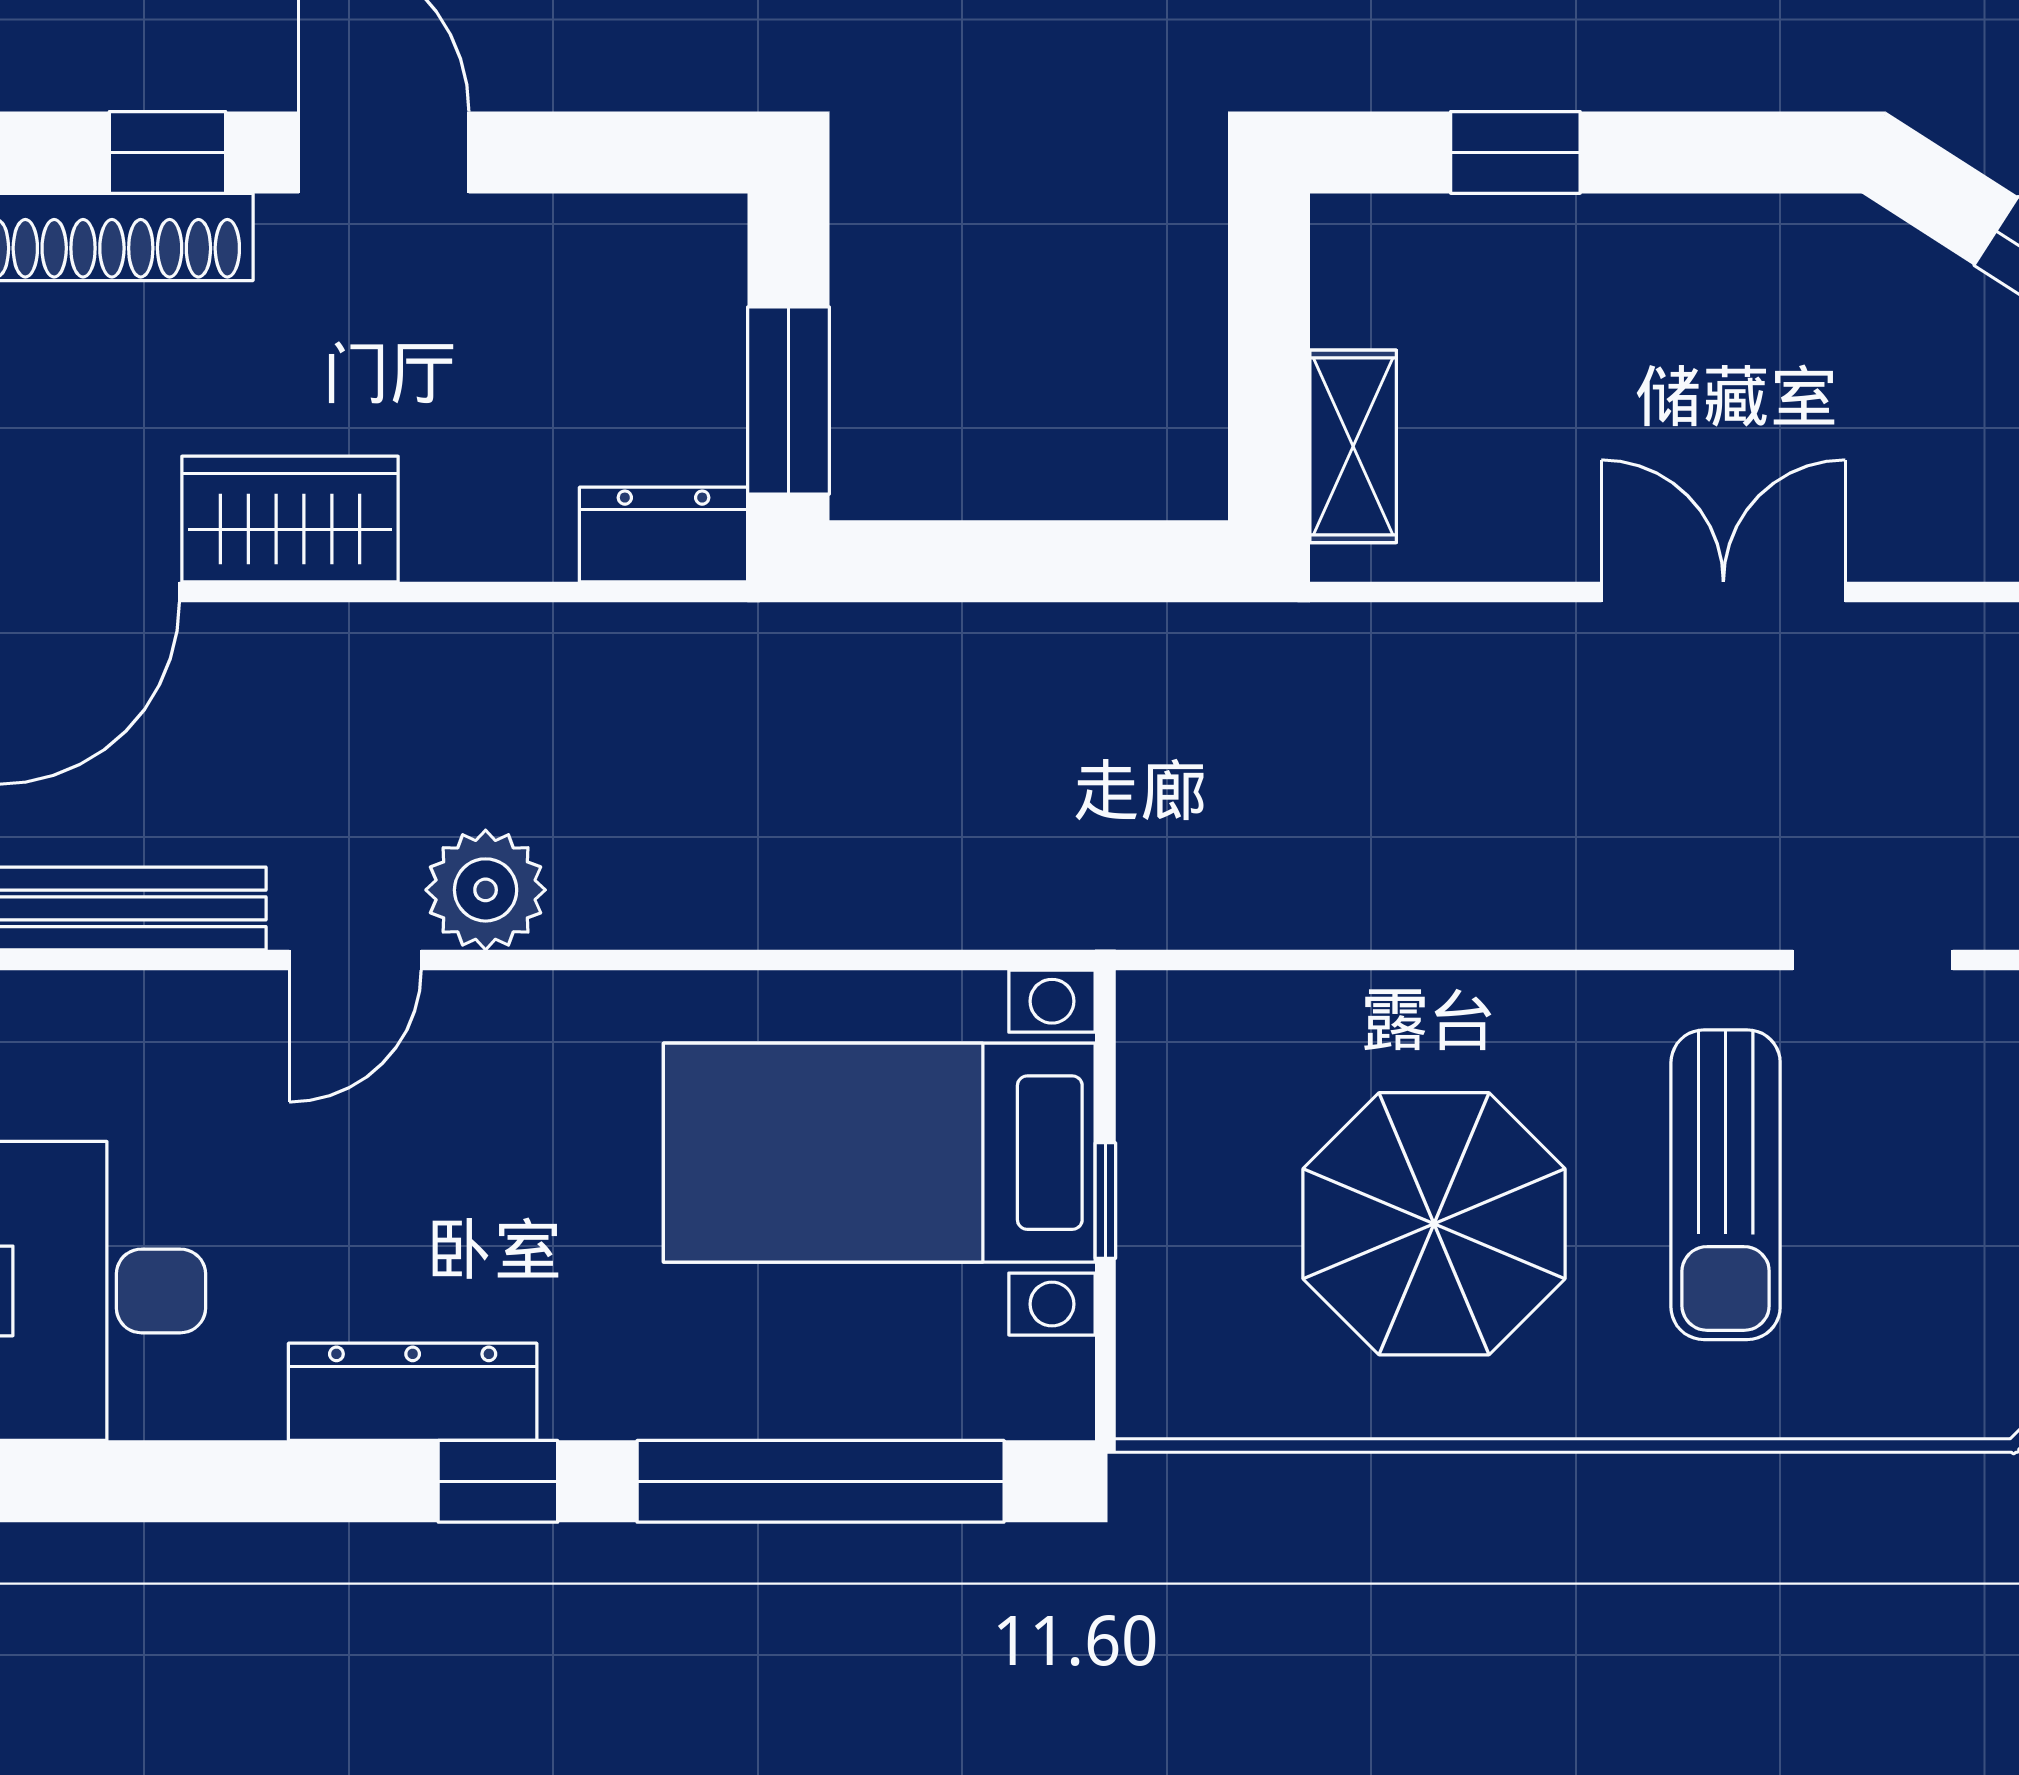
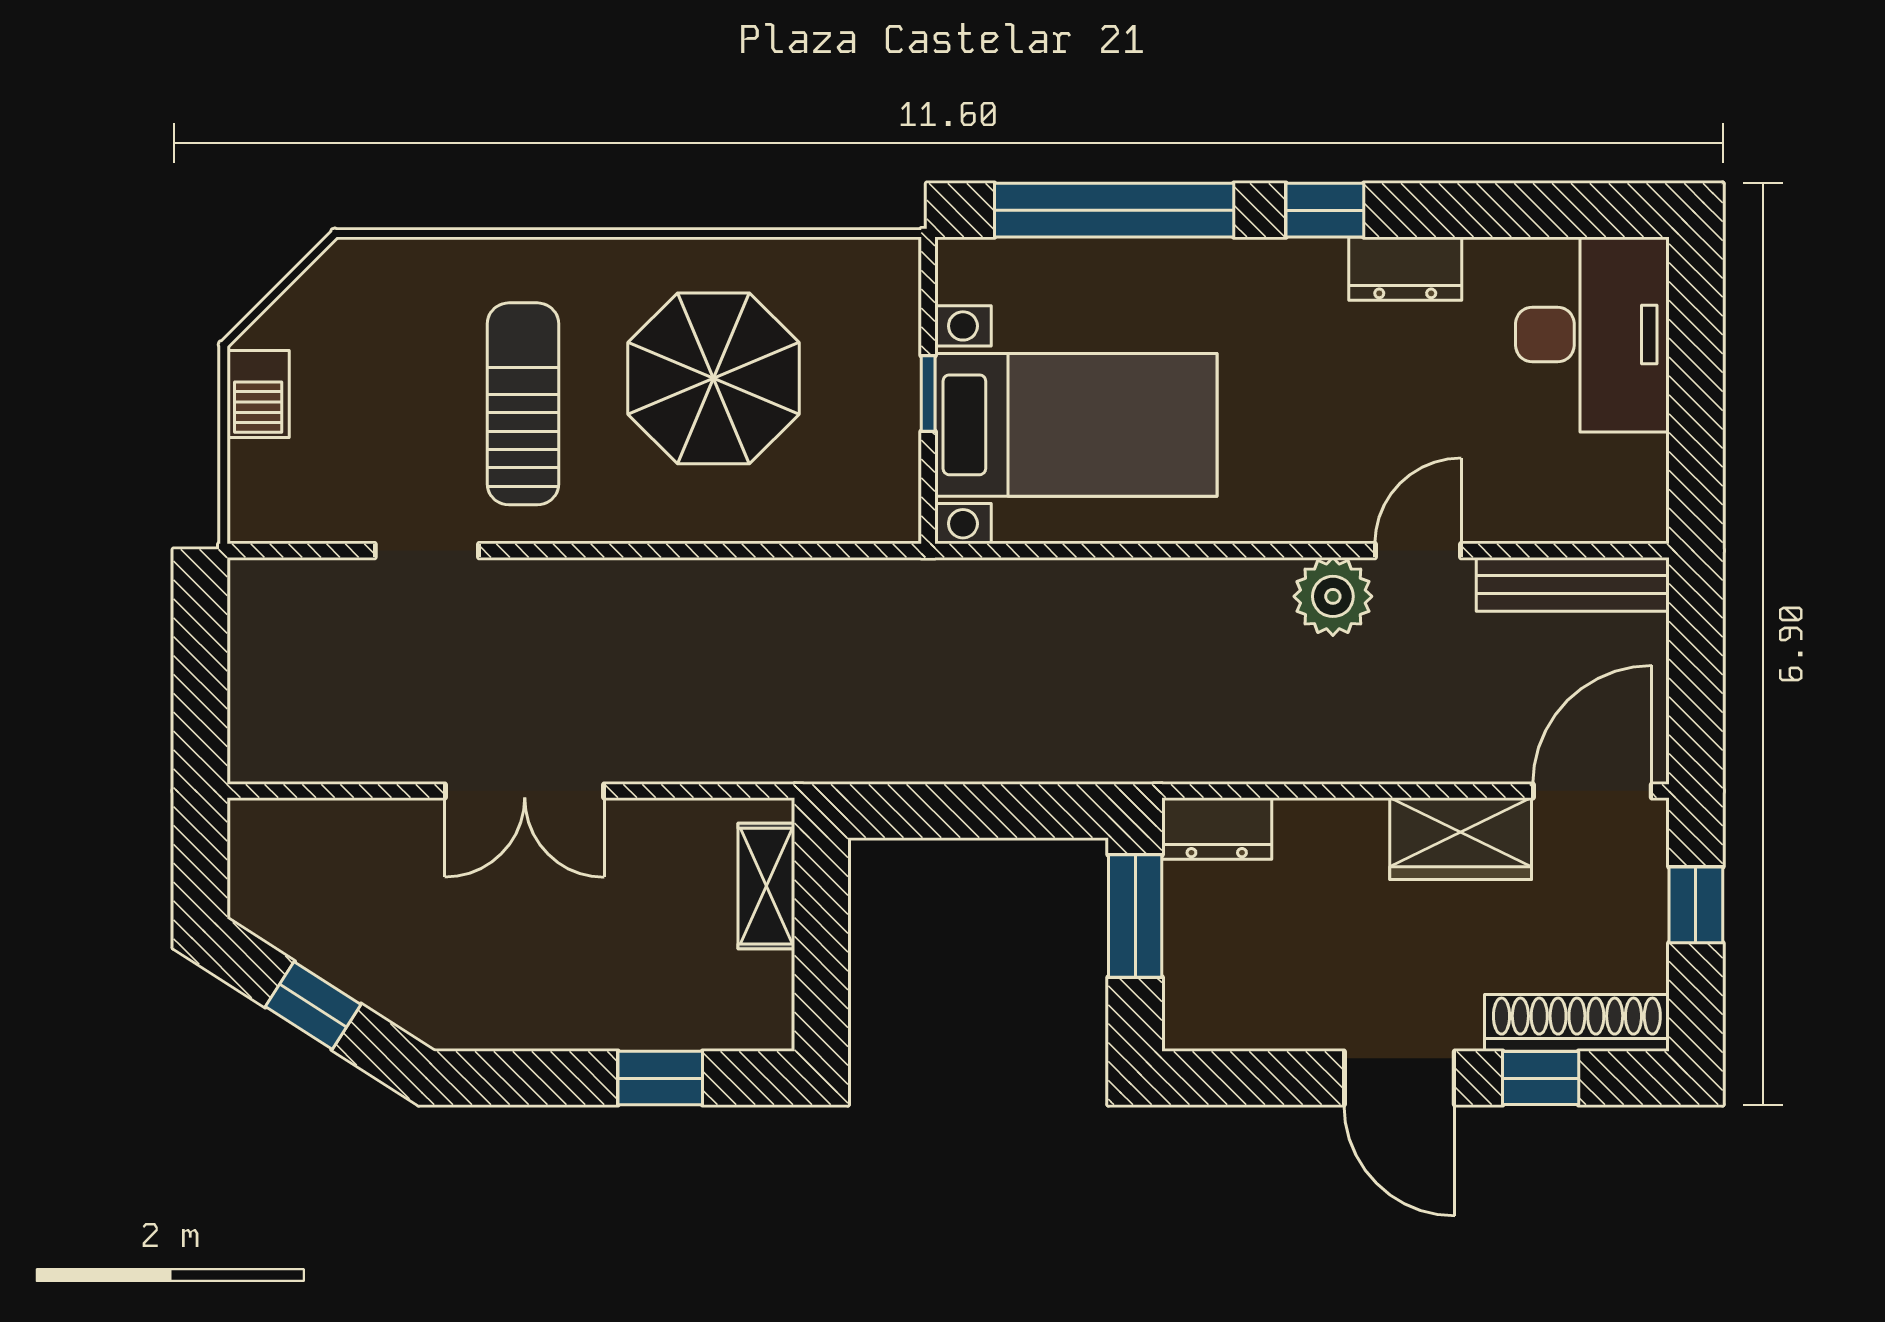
dresser: (413, 1392) -> (1405, 269), width x0.70

